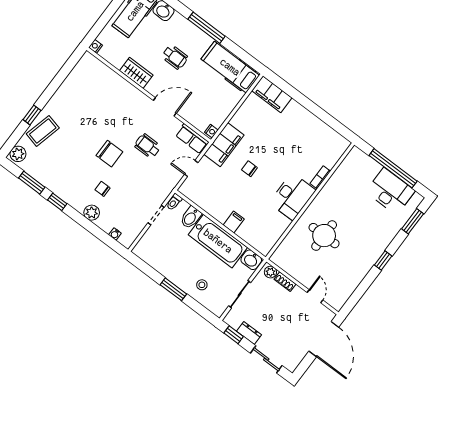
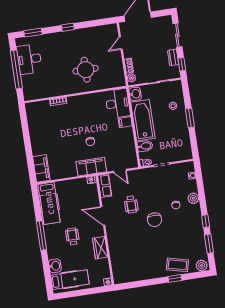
chair: (109, 154) -> (155, 220), turned 180
desk: (292, 196) -> (118, 103), moved, turned 90

